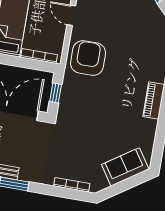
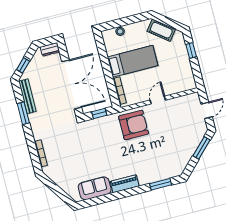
sofa: (125, 167) -> (95, 188), moved, turned -56

